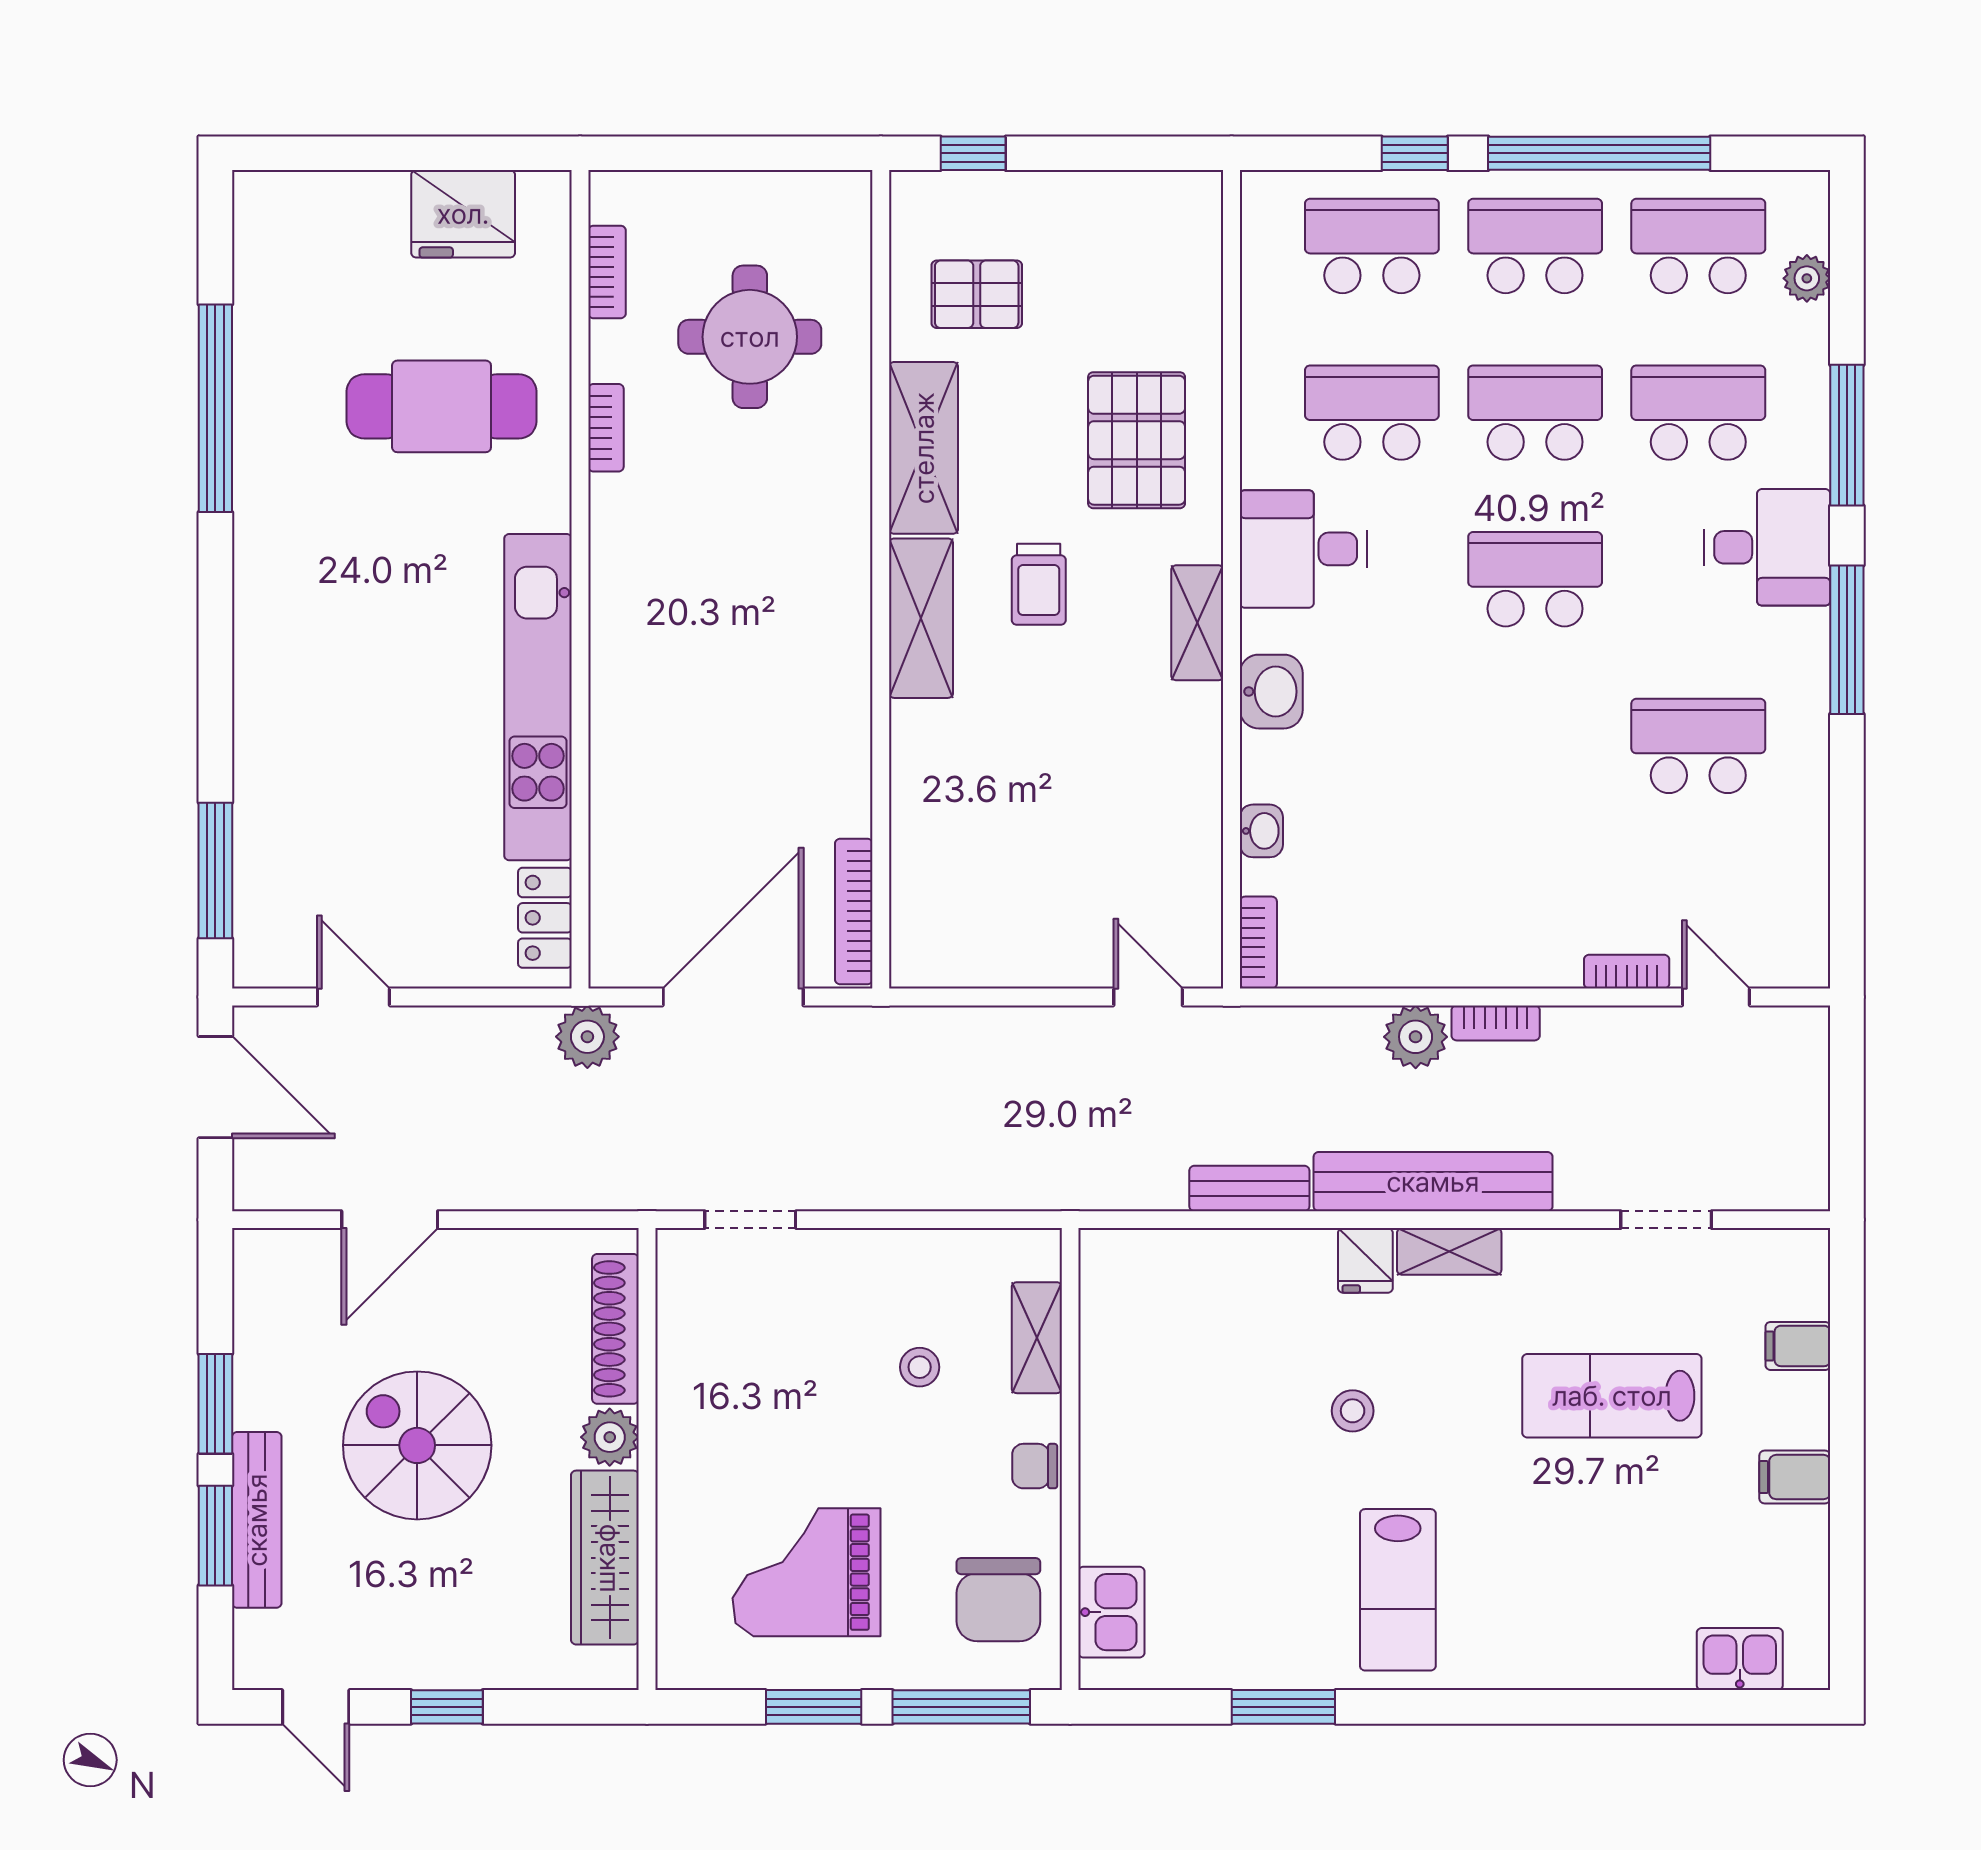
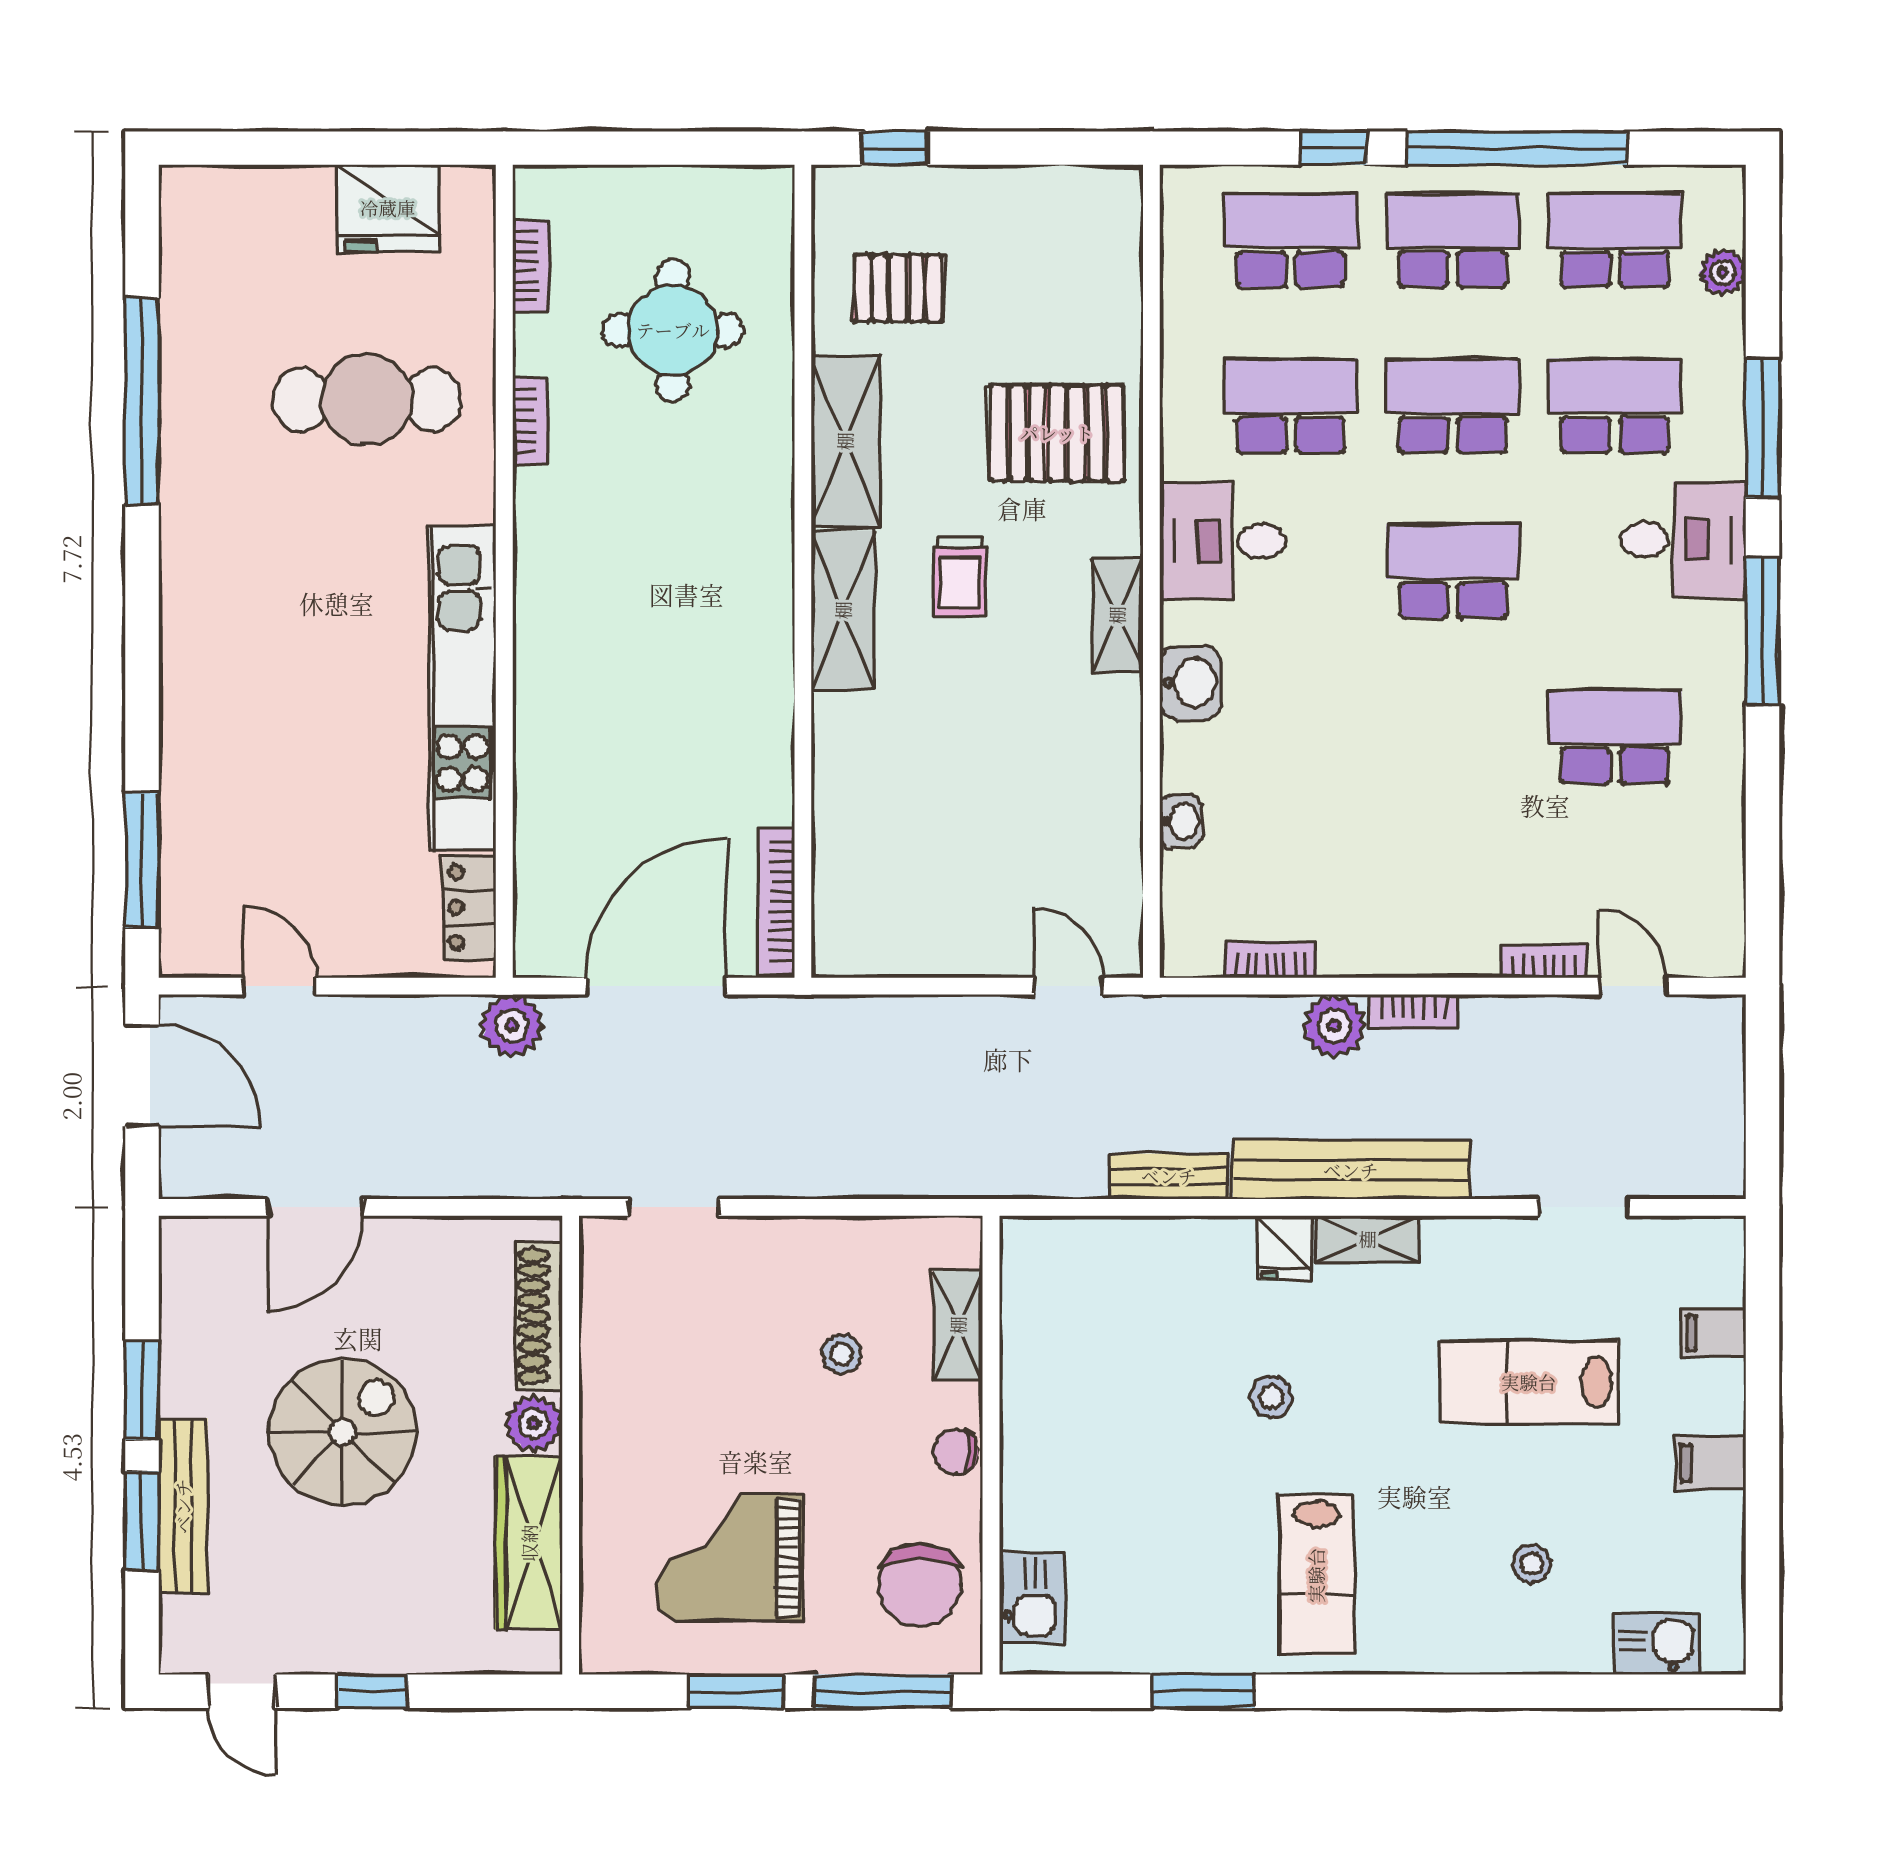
pallet: (1137, 440) -> (1057, 433), turned 90
bookcase: (1258, 943) -> (1271, 960), moved, turned -90
spiral stairs: (417, 1445) -> (342, 1432), turned 90
stool: (1614, 1578) -> (1531, 1564), added

